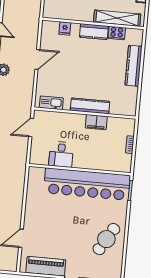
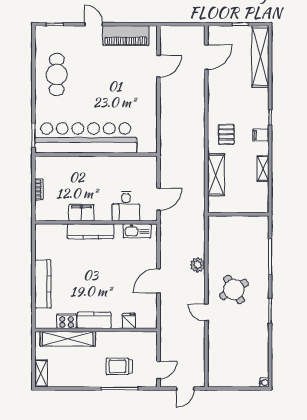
desk: (61, 154) -> (126, 206), moved, turned 180
cafe table: (106, 239) -> (57, 75), turned -31

